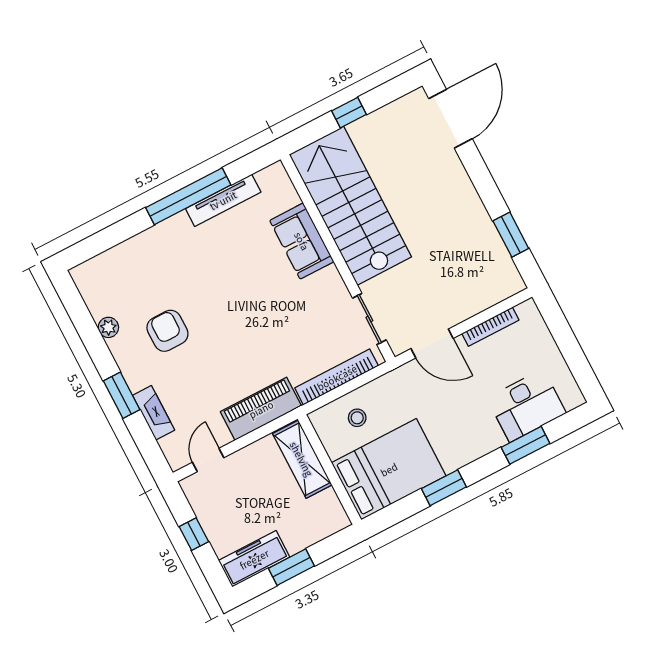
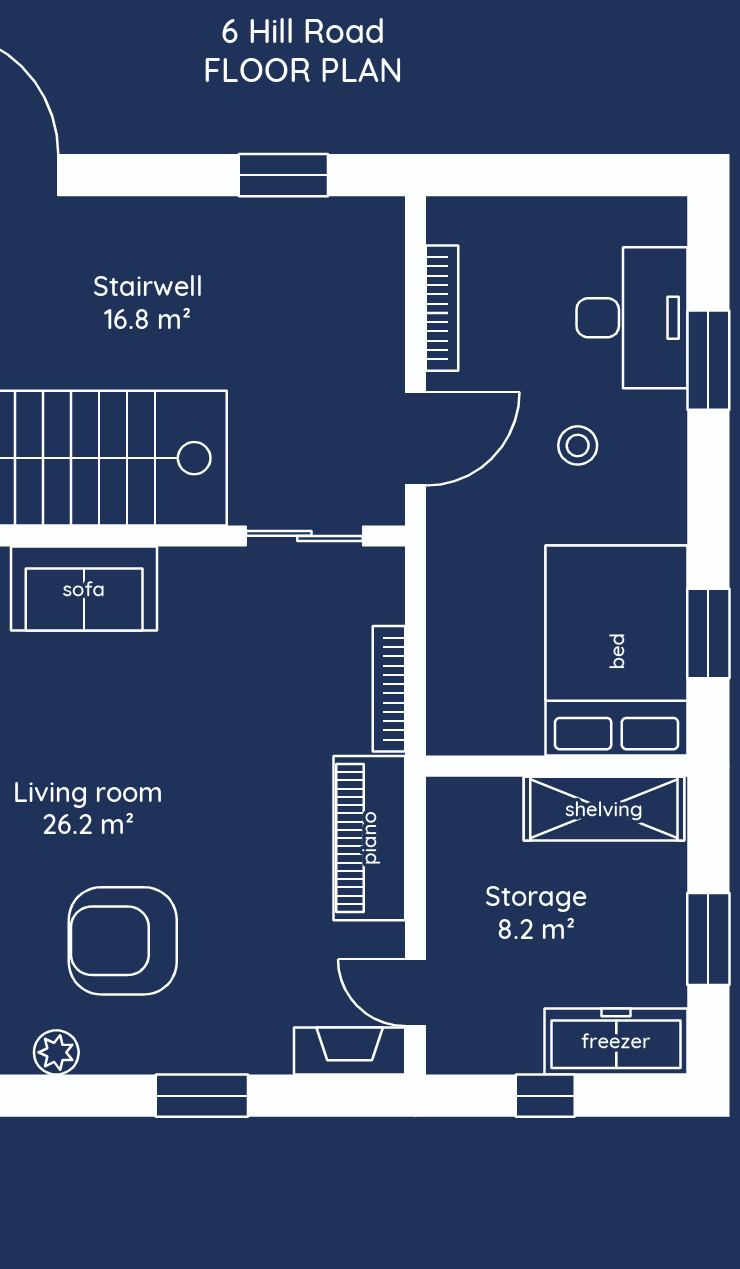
armchair: (167, 331) -> (123, 941), width x1.36, depth x1.36
bookcase: (337, 377) -> (389, 689), width x0.68, depth x0.76
fireplace: (154, 413) -> (350, 1051), moved
stool: (357, 418) -> (578, 445), moved
shelving: (302, 459) -> (604, 809), moved
window: (444, 488) -> (708, 634), moved
freezer: (254, 559) -> (616, 1041), moved, turned 90

